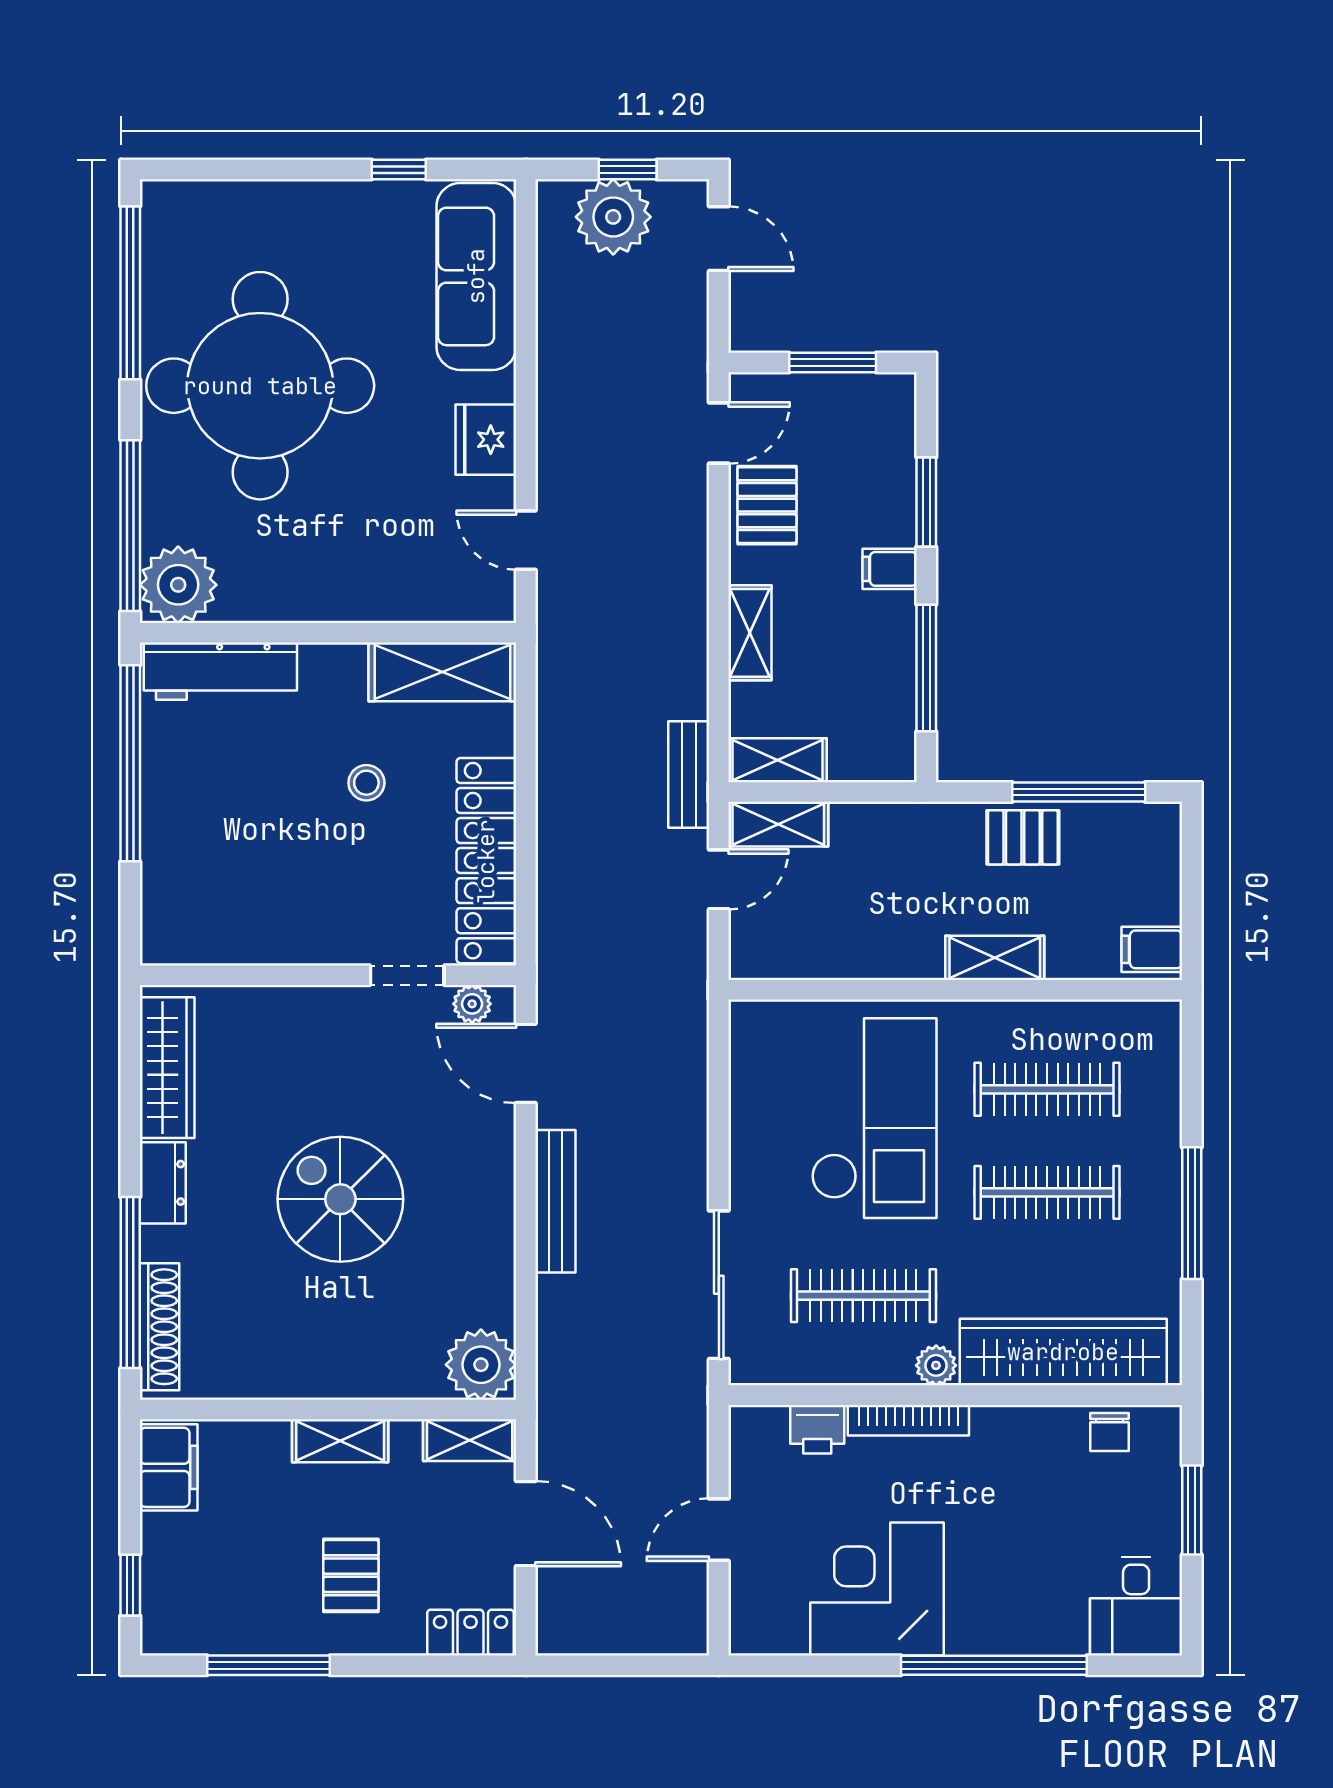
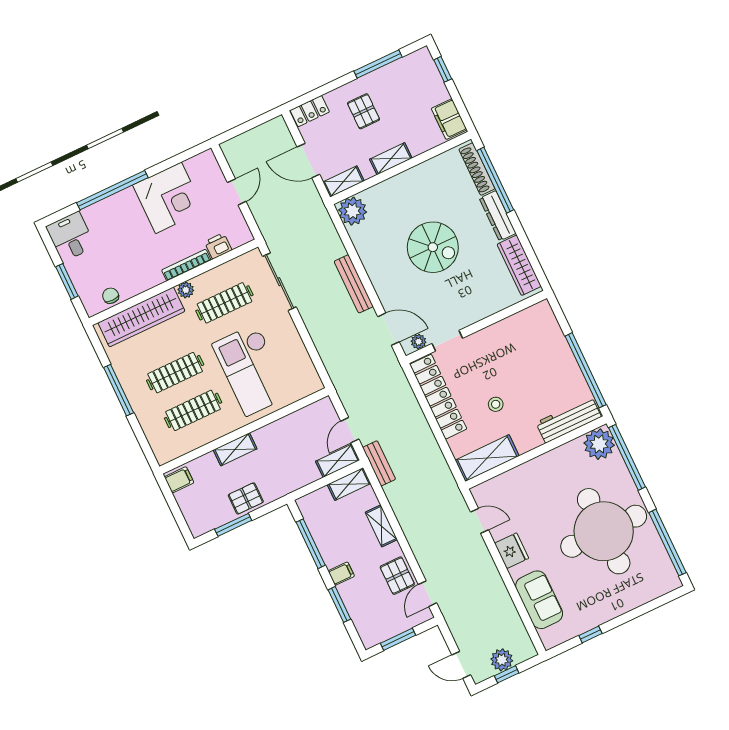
plant: (613, 217) -> (502, 660), width x0.73, depth x0.73
sofa: (476, 276) -> (539, 600), width x0.73
window: (1079, 792) -> (233, 525), width x0.69
dresser: (163, 1183) -> (498, 216), width x1.44

